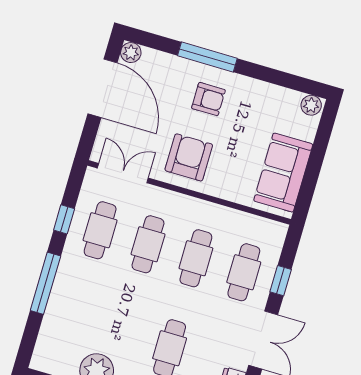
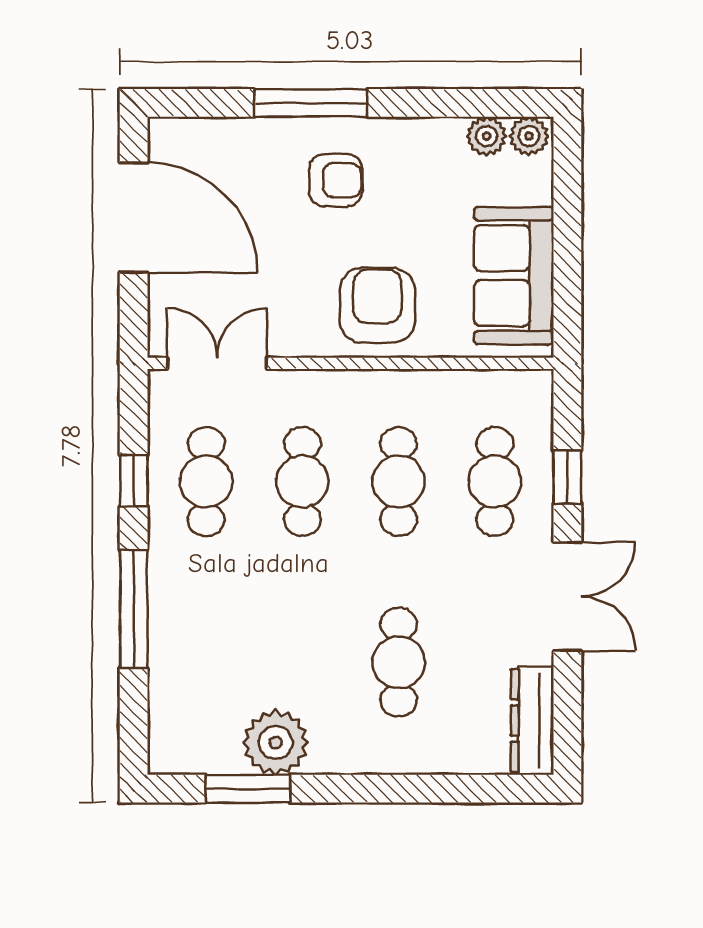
plant: (131, 53) -> (487, 136), moved
armchair: (189, 157) -> (377, 305), moved

